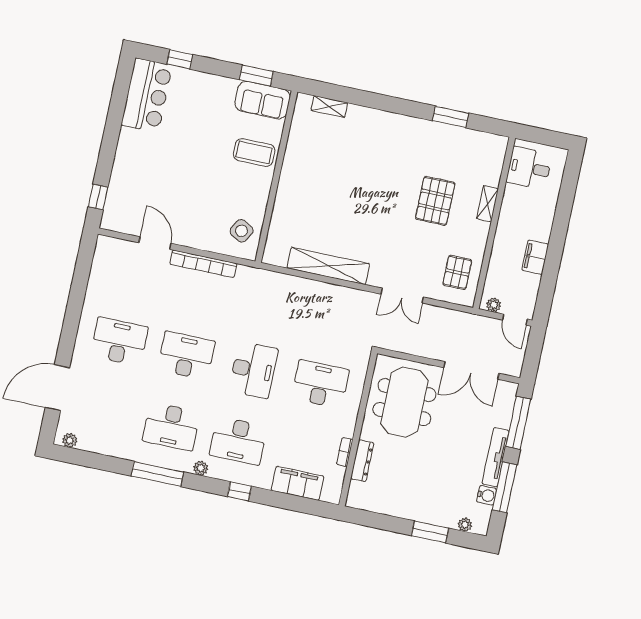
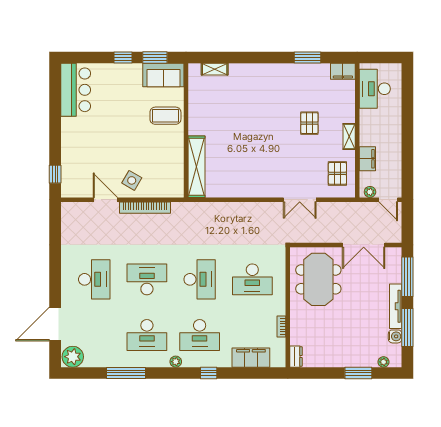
window: (180, 59) -> (123, 58), moved
filing cabinet: (492, 144) -> (343, 71), added
desk: (529, 168) -> (375, 89), width x1.37
pallet: (435, 201) -> (309, 123), width x0.67, depth x0.71
shelving: (487, 204) -> (349, 136), moved
side table: (242, 231) -> (132, 180), moved
filing cabinet: (535, 257) -> (367, 159), moved, turned 180
shelving: (328, 266) -> (196, 167), moved, turned 90
desk: (119, 341) -> (94, 279), turned 90
desk: (320, 384) -> (252, 279), turned 180
plant: (70, 440) -> (73, 357), width x1.88, depth x1.88
dresser: (362, 461) -> (296, 357), moved, width x0.70
window: (157, 474) -> (126, 373), moved

